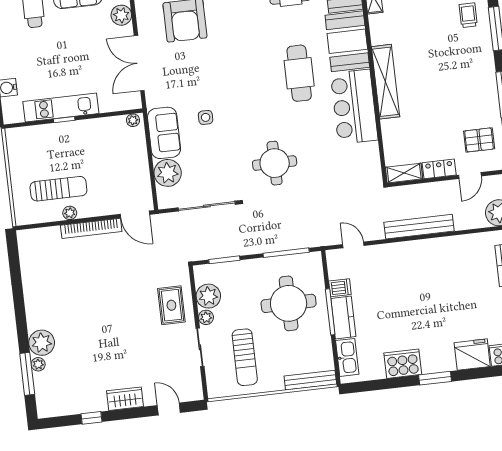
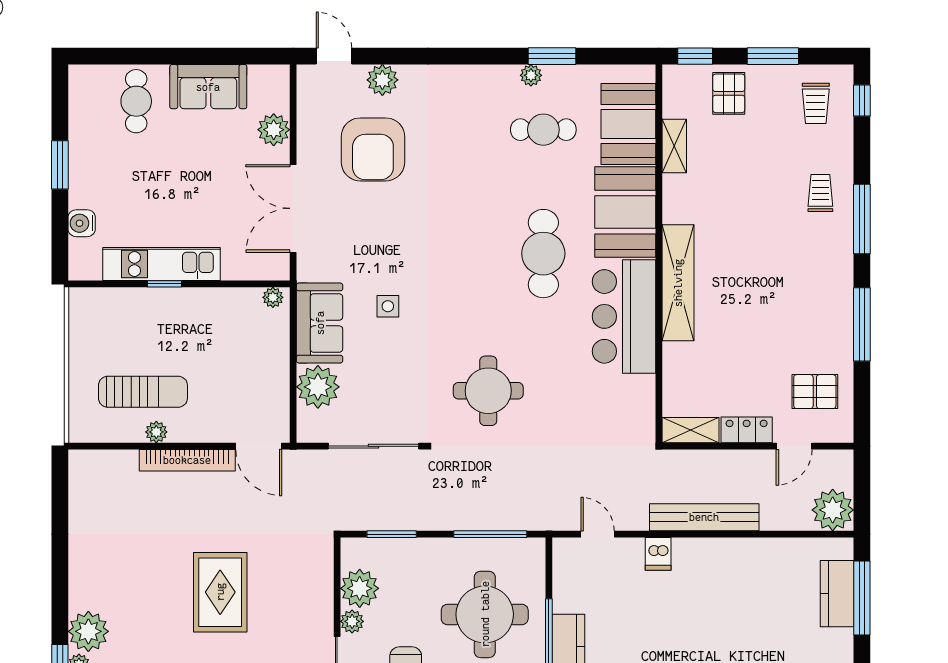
dishwasher: (340, 288) -> (658, 554), moved, turned 90
rug: (171, 305) -> (220, 592), moved, width x1.36, depth x1.43

